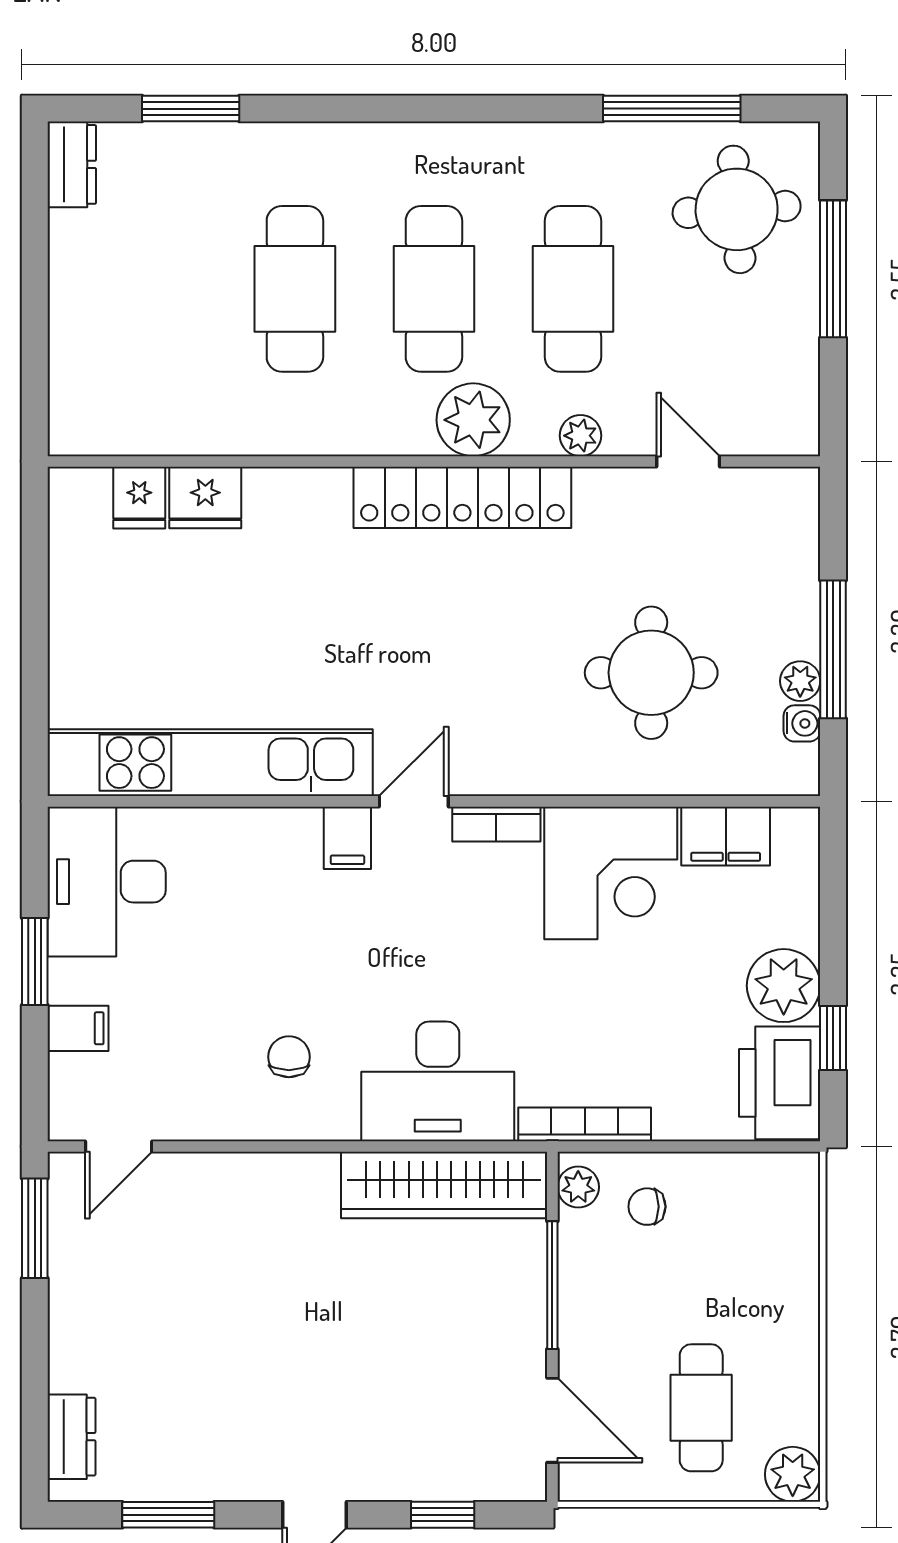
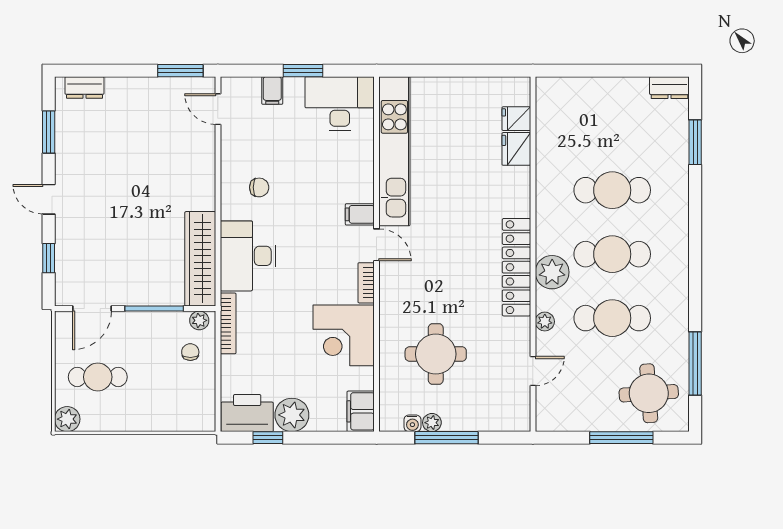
filing cabinet: (726, 836) -> (361, 411), moved

